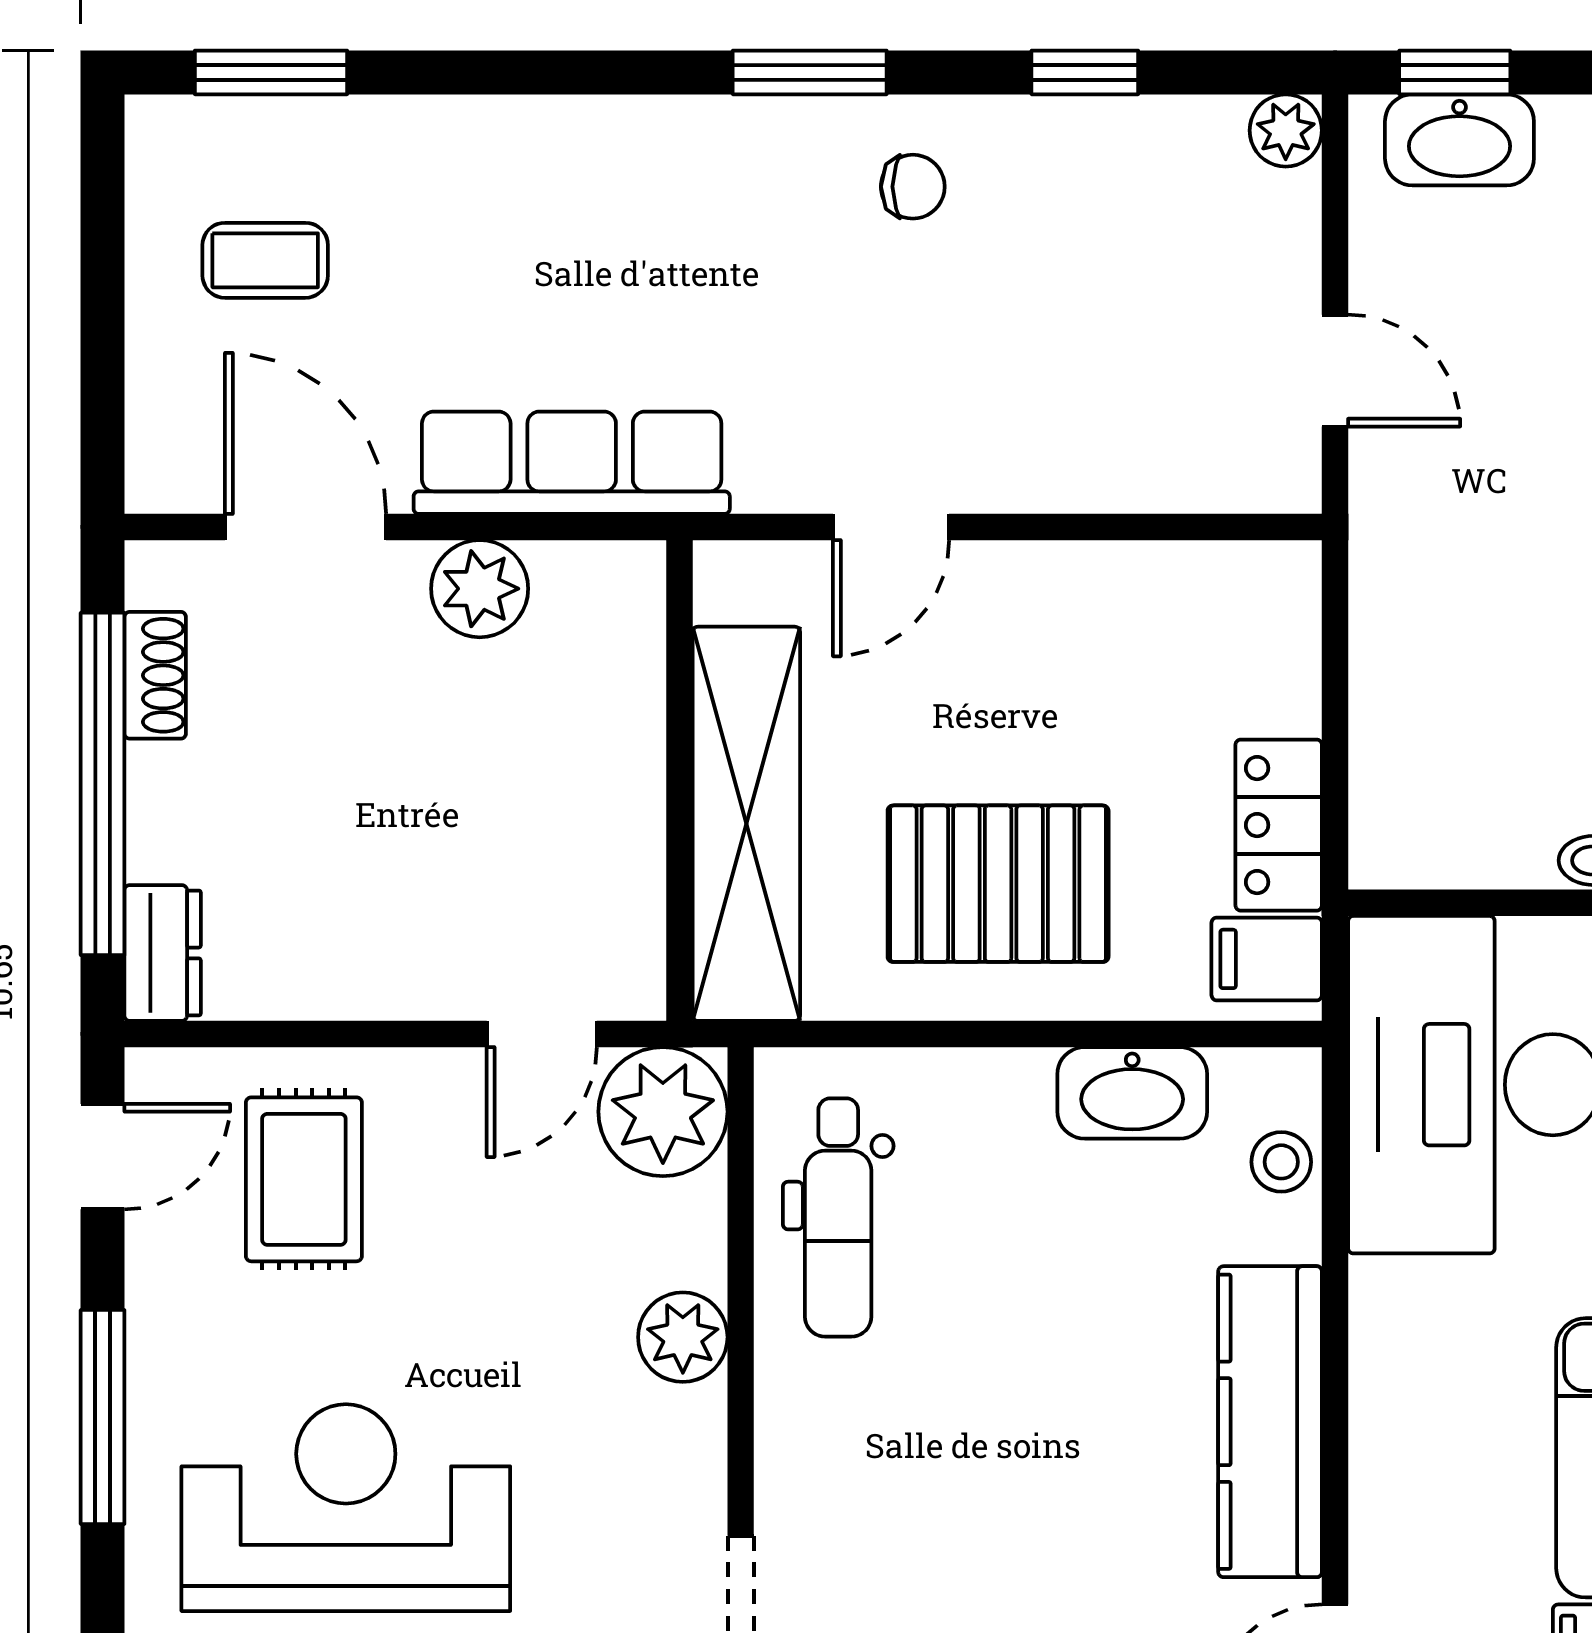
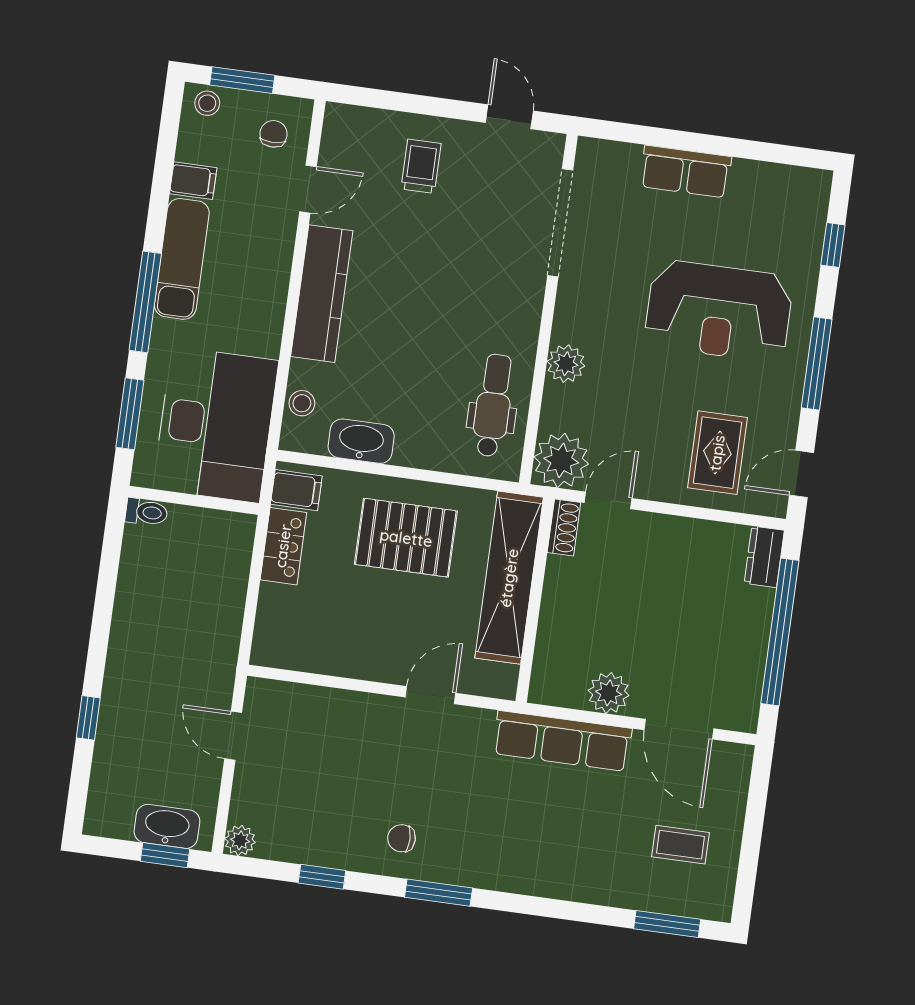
shoe rack: (155, 675) -> (564, 527), moved, turned 180

